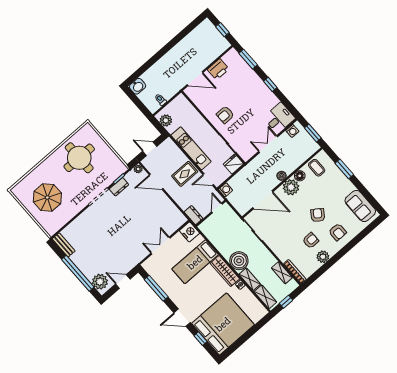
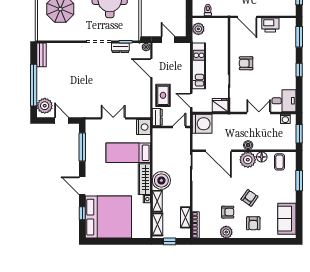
rug: (185, 174) -> (163, 95), moved, turned 90
washing machine: (226, 190) -> (202, 124), width x1.89, depth x1.89

